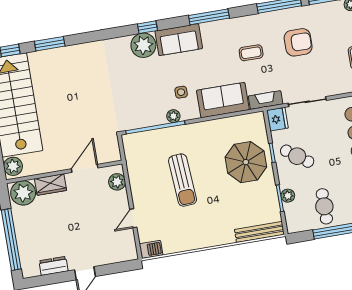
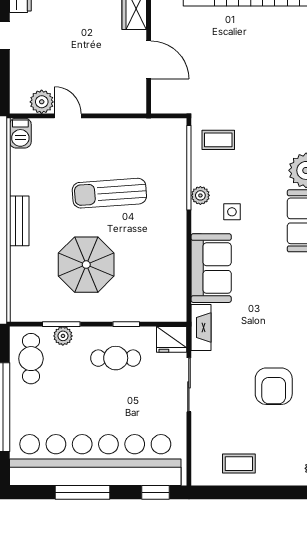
coffee table: (251, 53) -> (218, 140), moved, turned 90
cafe table: (297, 156) -> (116, 358), turned 54
parasol: (246, 162) -> (86, 265), moved
plant: (117, 182) -> (42, 102), moved
cafe table: (324, 206) -> (31, 359), moved, turned 90
bench: (259, 232) -> (19, 221), moved, width x0.73

